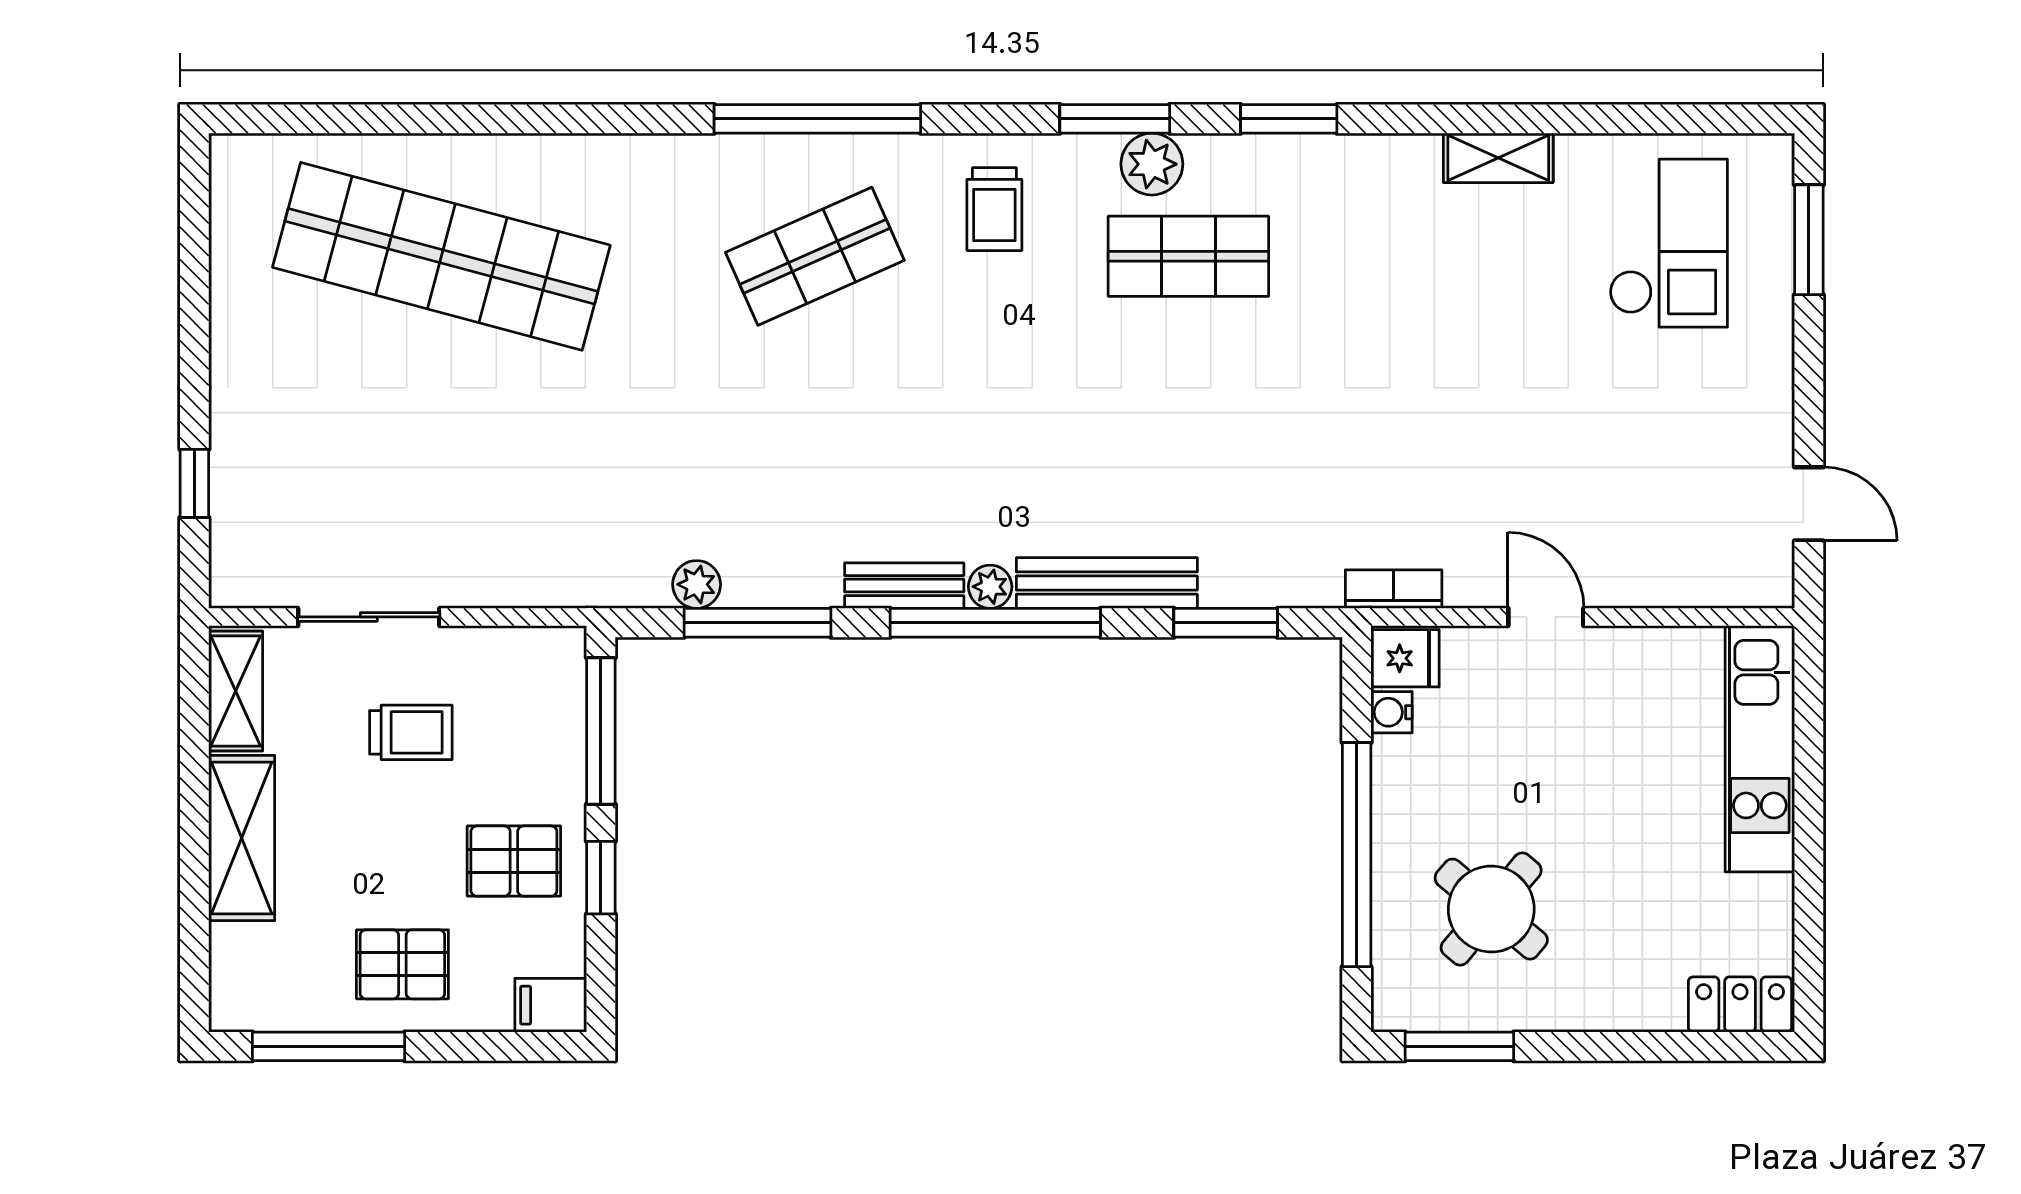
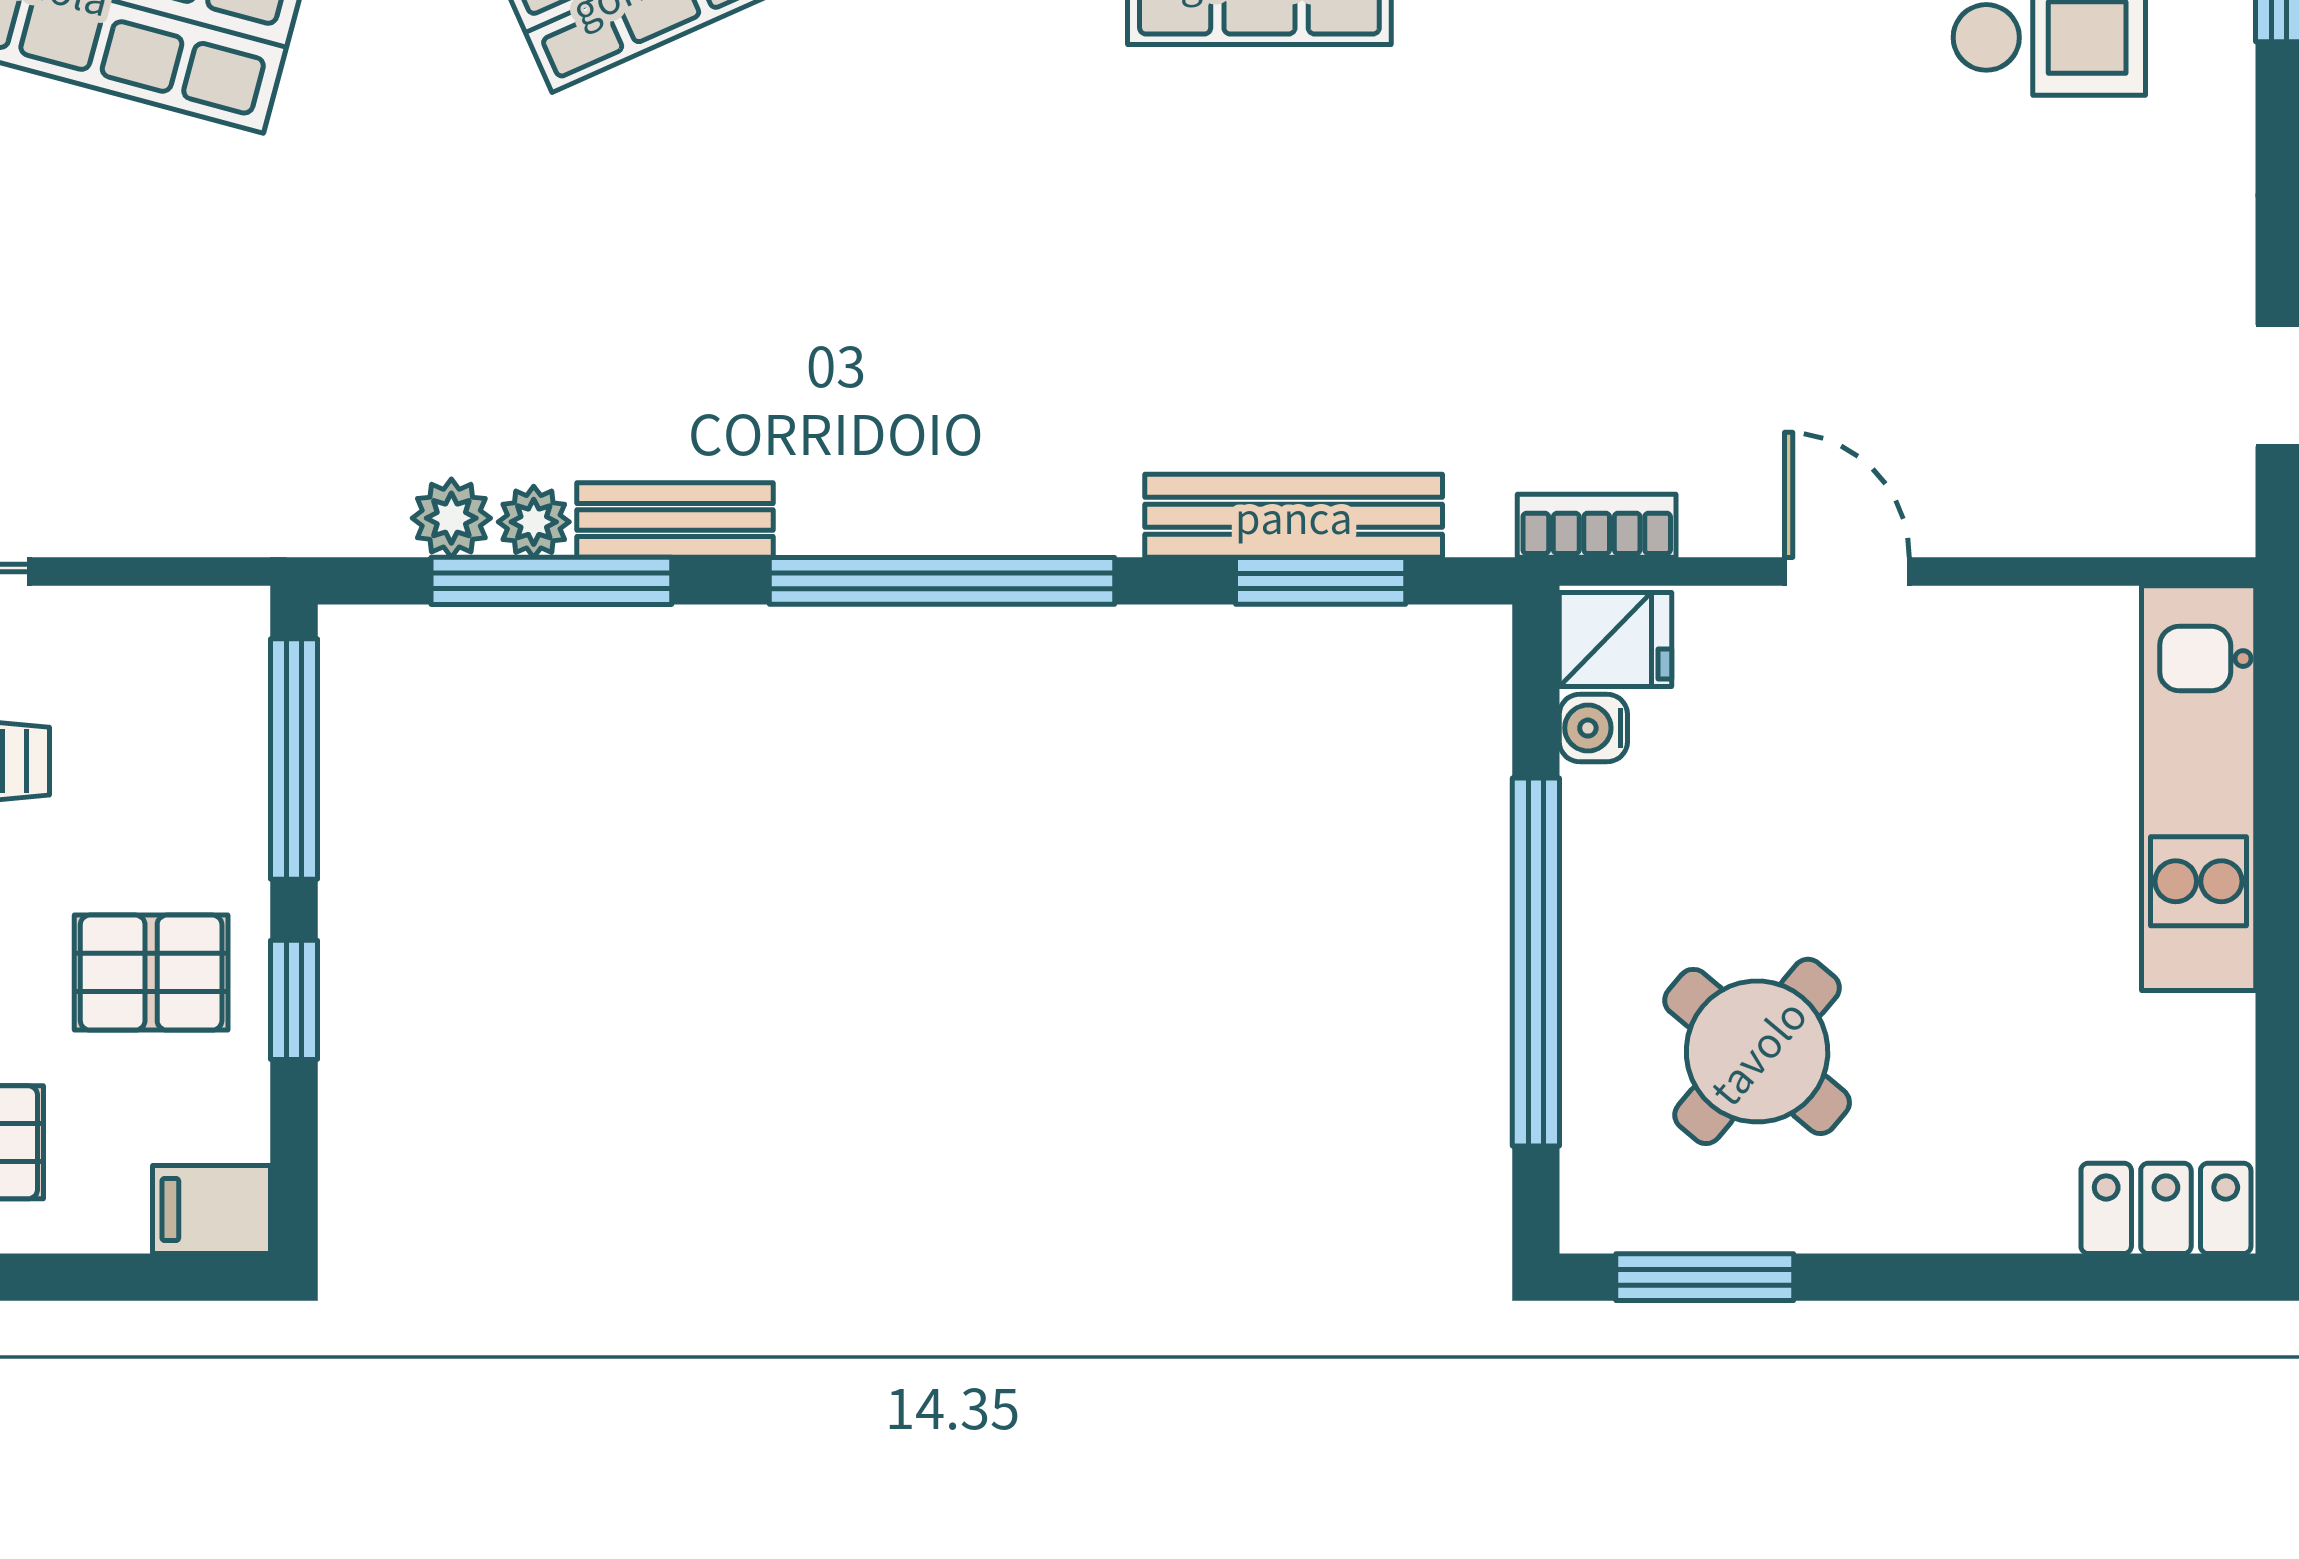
bench: (1107, 583) -> (1294, 516), moved
bench: (904, 586) -> (675, 520), moved
plant: (990, 587) -> (534, 522), moved

